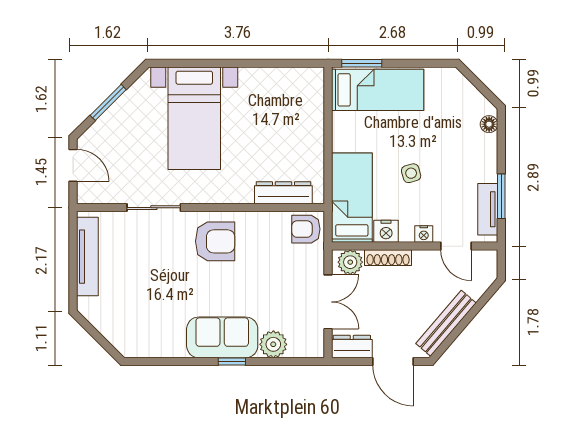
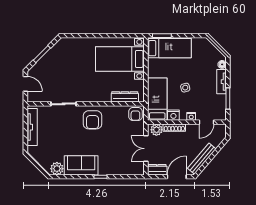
bed with nightstands: (194, 118) -> (120, 59), moved, turned 90
tv unit: (488, 209) -> (222, 82), moved
armchair: (306, 229) -> (135, 114), turned -90
armchair: (215, 241) -> (93, 120), turned 90
door: (456, 246) -> (207, 122), hinge flipped
double door: (328, 302) -> (146, 149), swing flipped
sofa: (222, 337) -> (81, 165), moved
plant: (273, 344) -> (57, 169), moved
door: (393, 362) -> (177, 177), swing flipped

